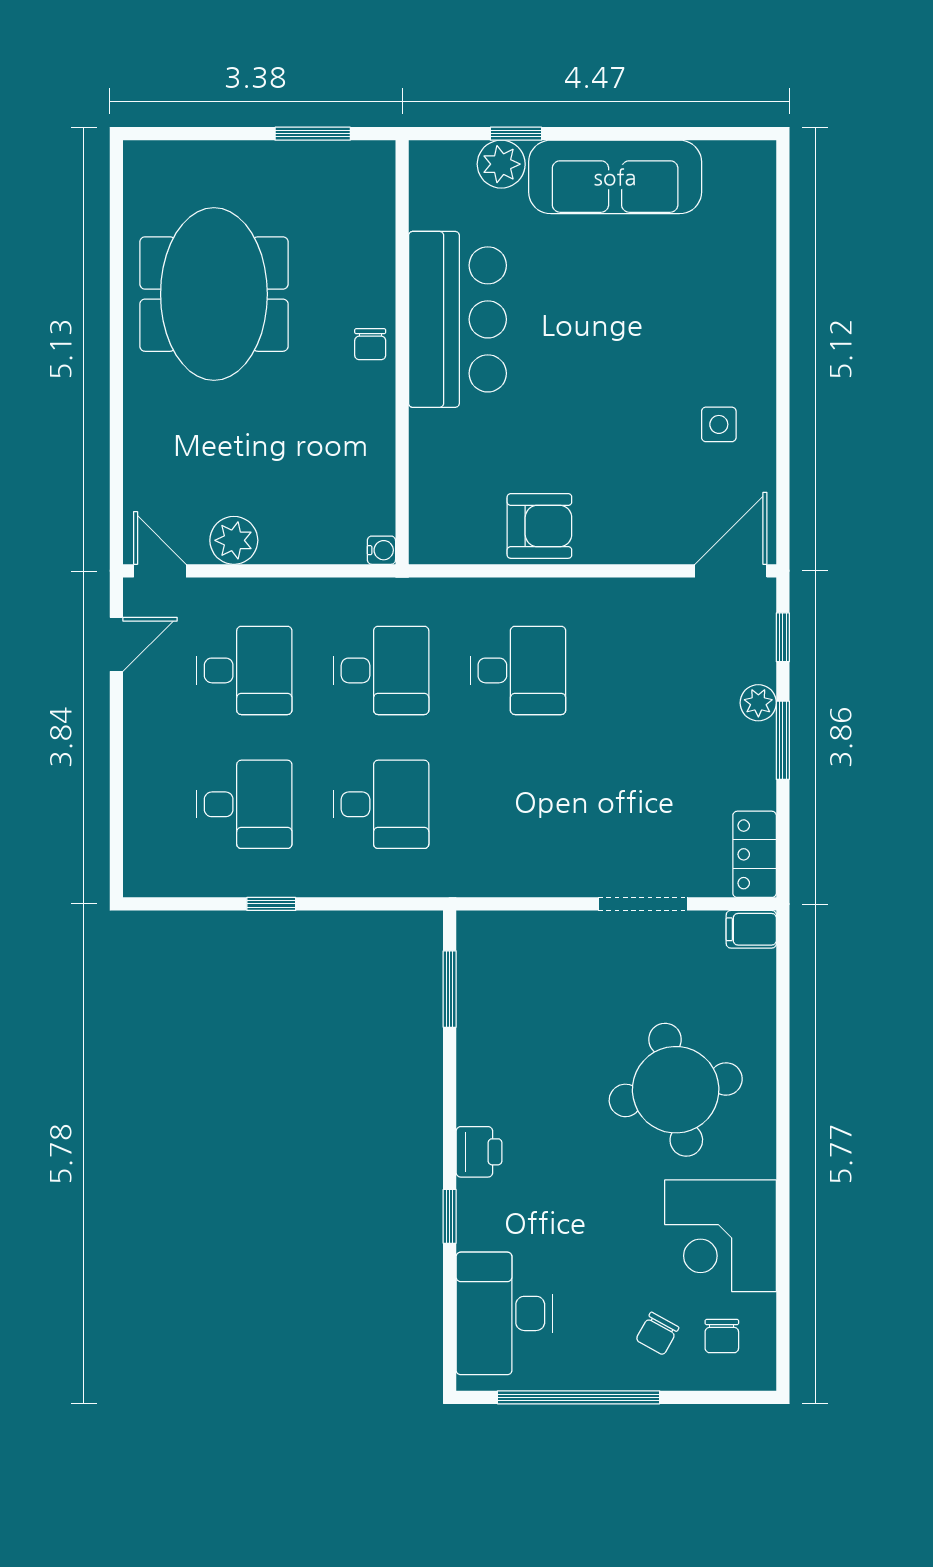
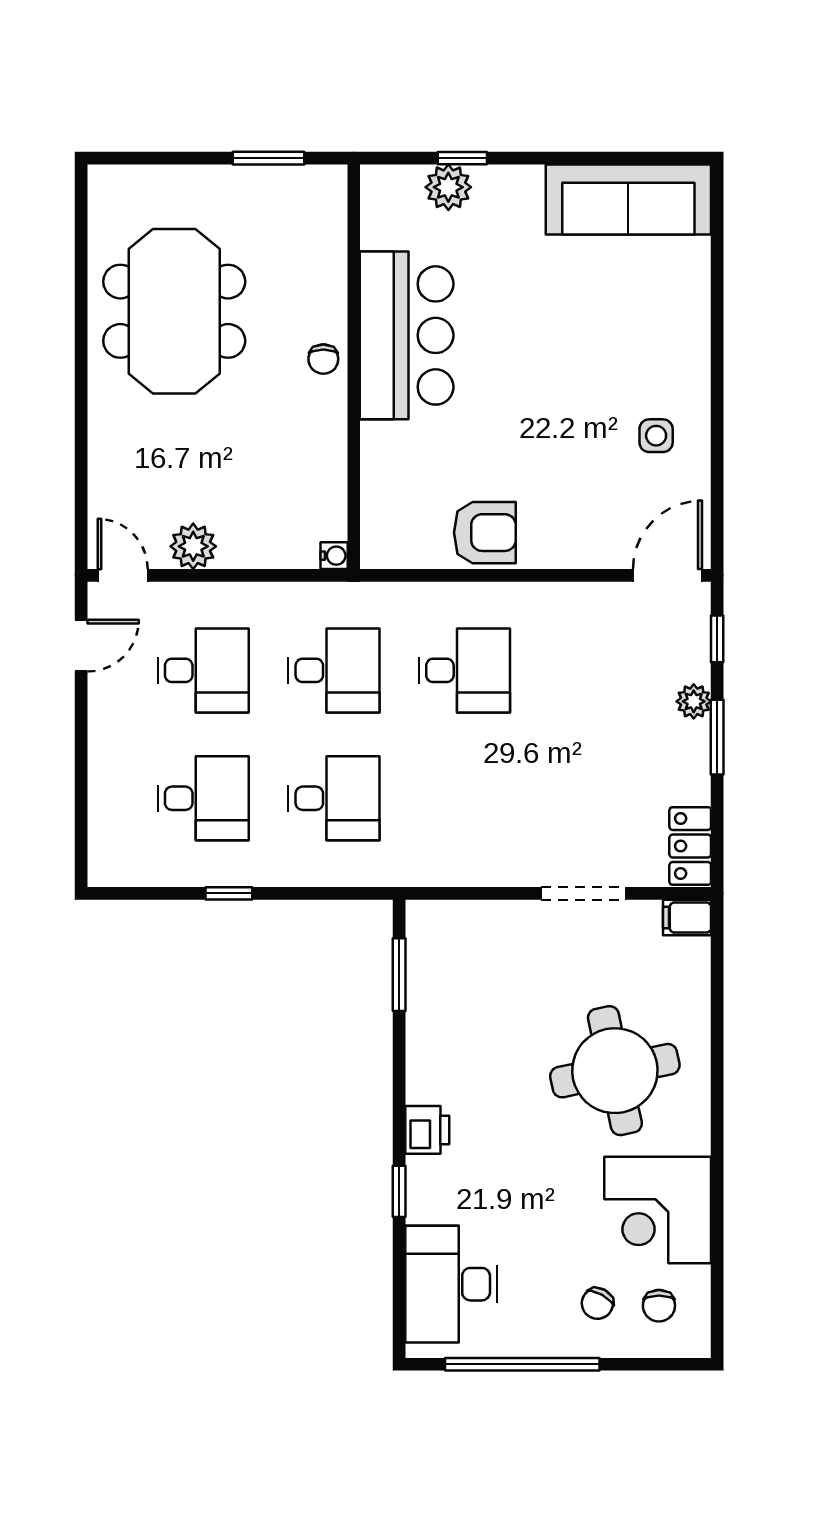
sofa: (615, 177) -> (628, 199), moved

